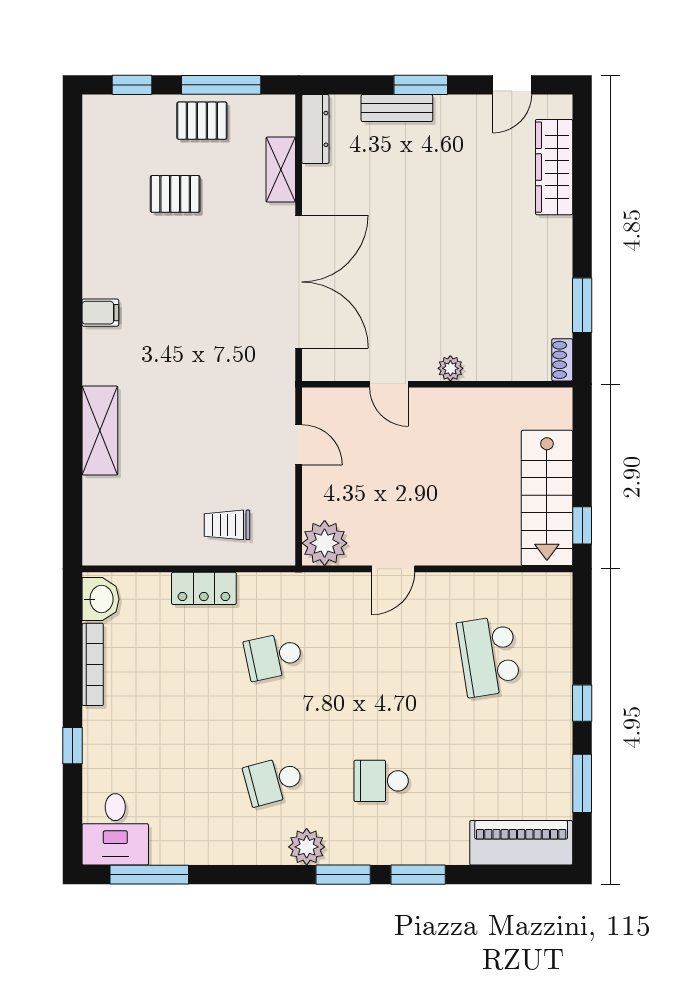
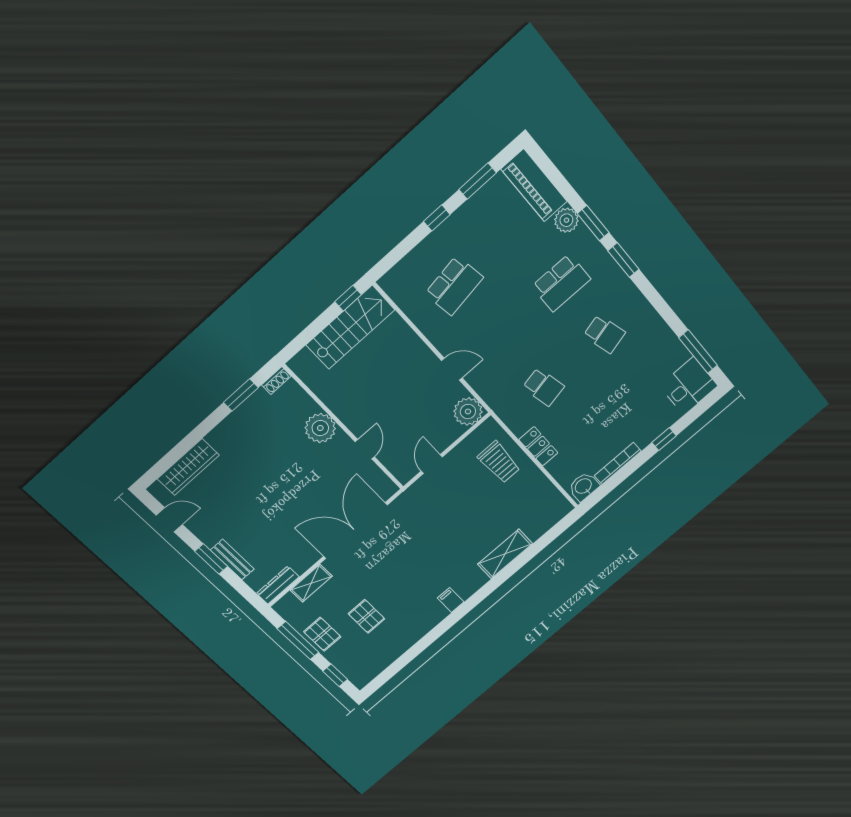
plant: (450, 368) -> (320, 428), width x1.87, depth x1.87
trolley: (227, 525) -> (499, 462), width x1.36, depth x1.39
school desk: (381, 781) -> (561, 283), width x1.85
plant: (307, 847) -> (566, 220), moved

